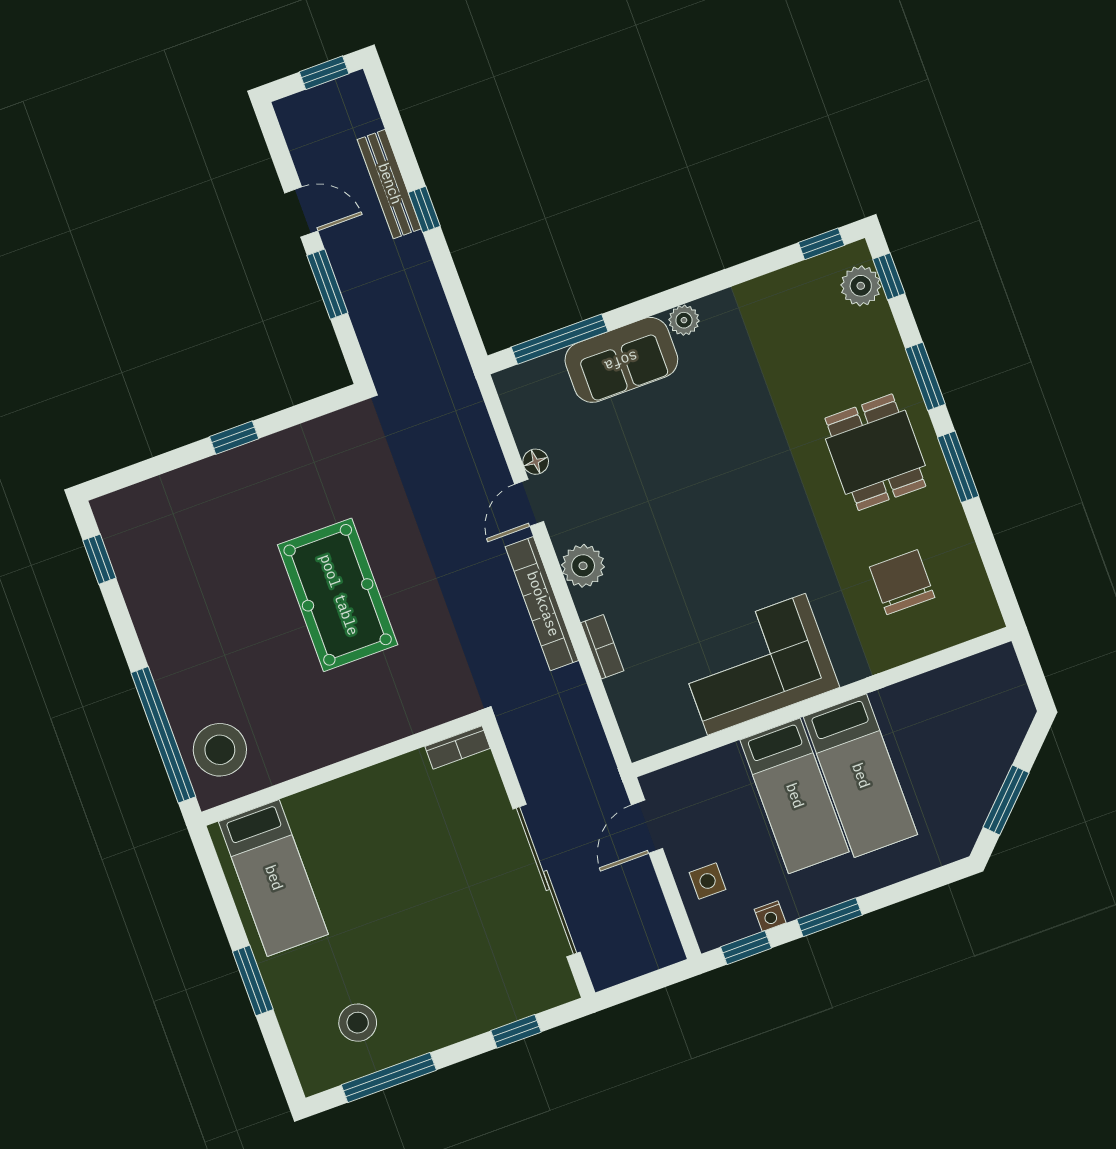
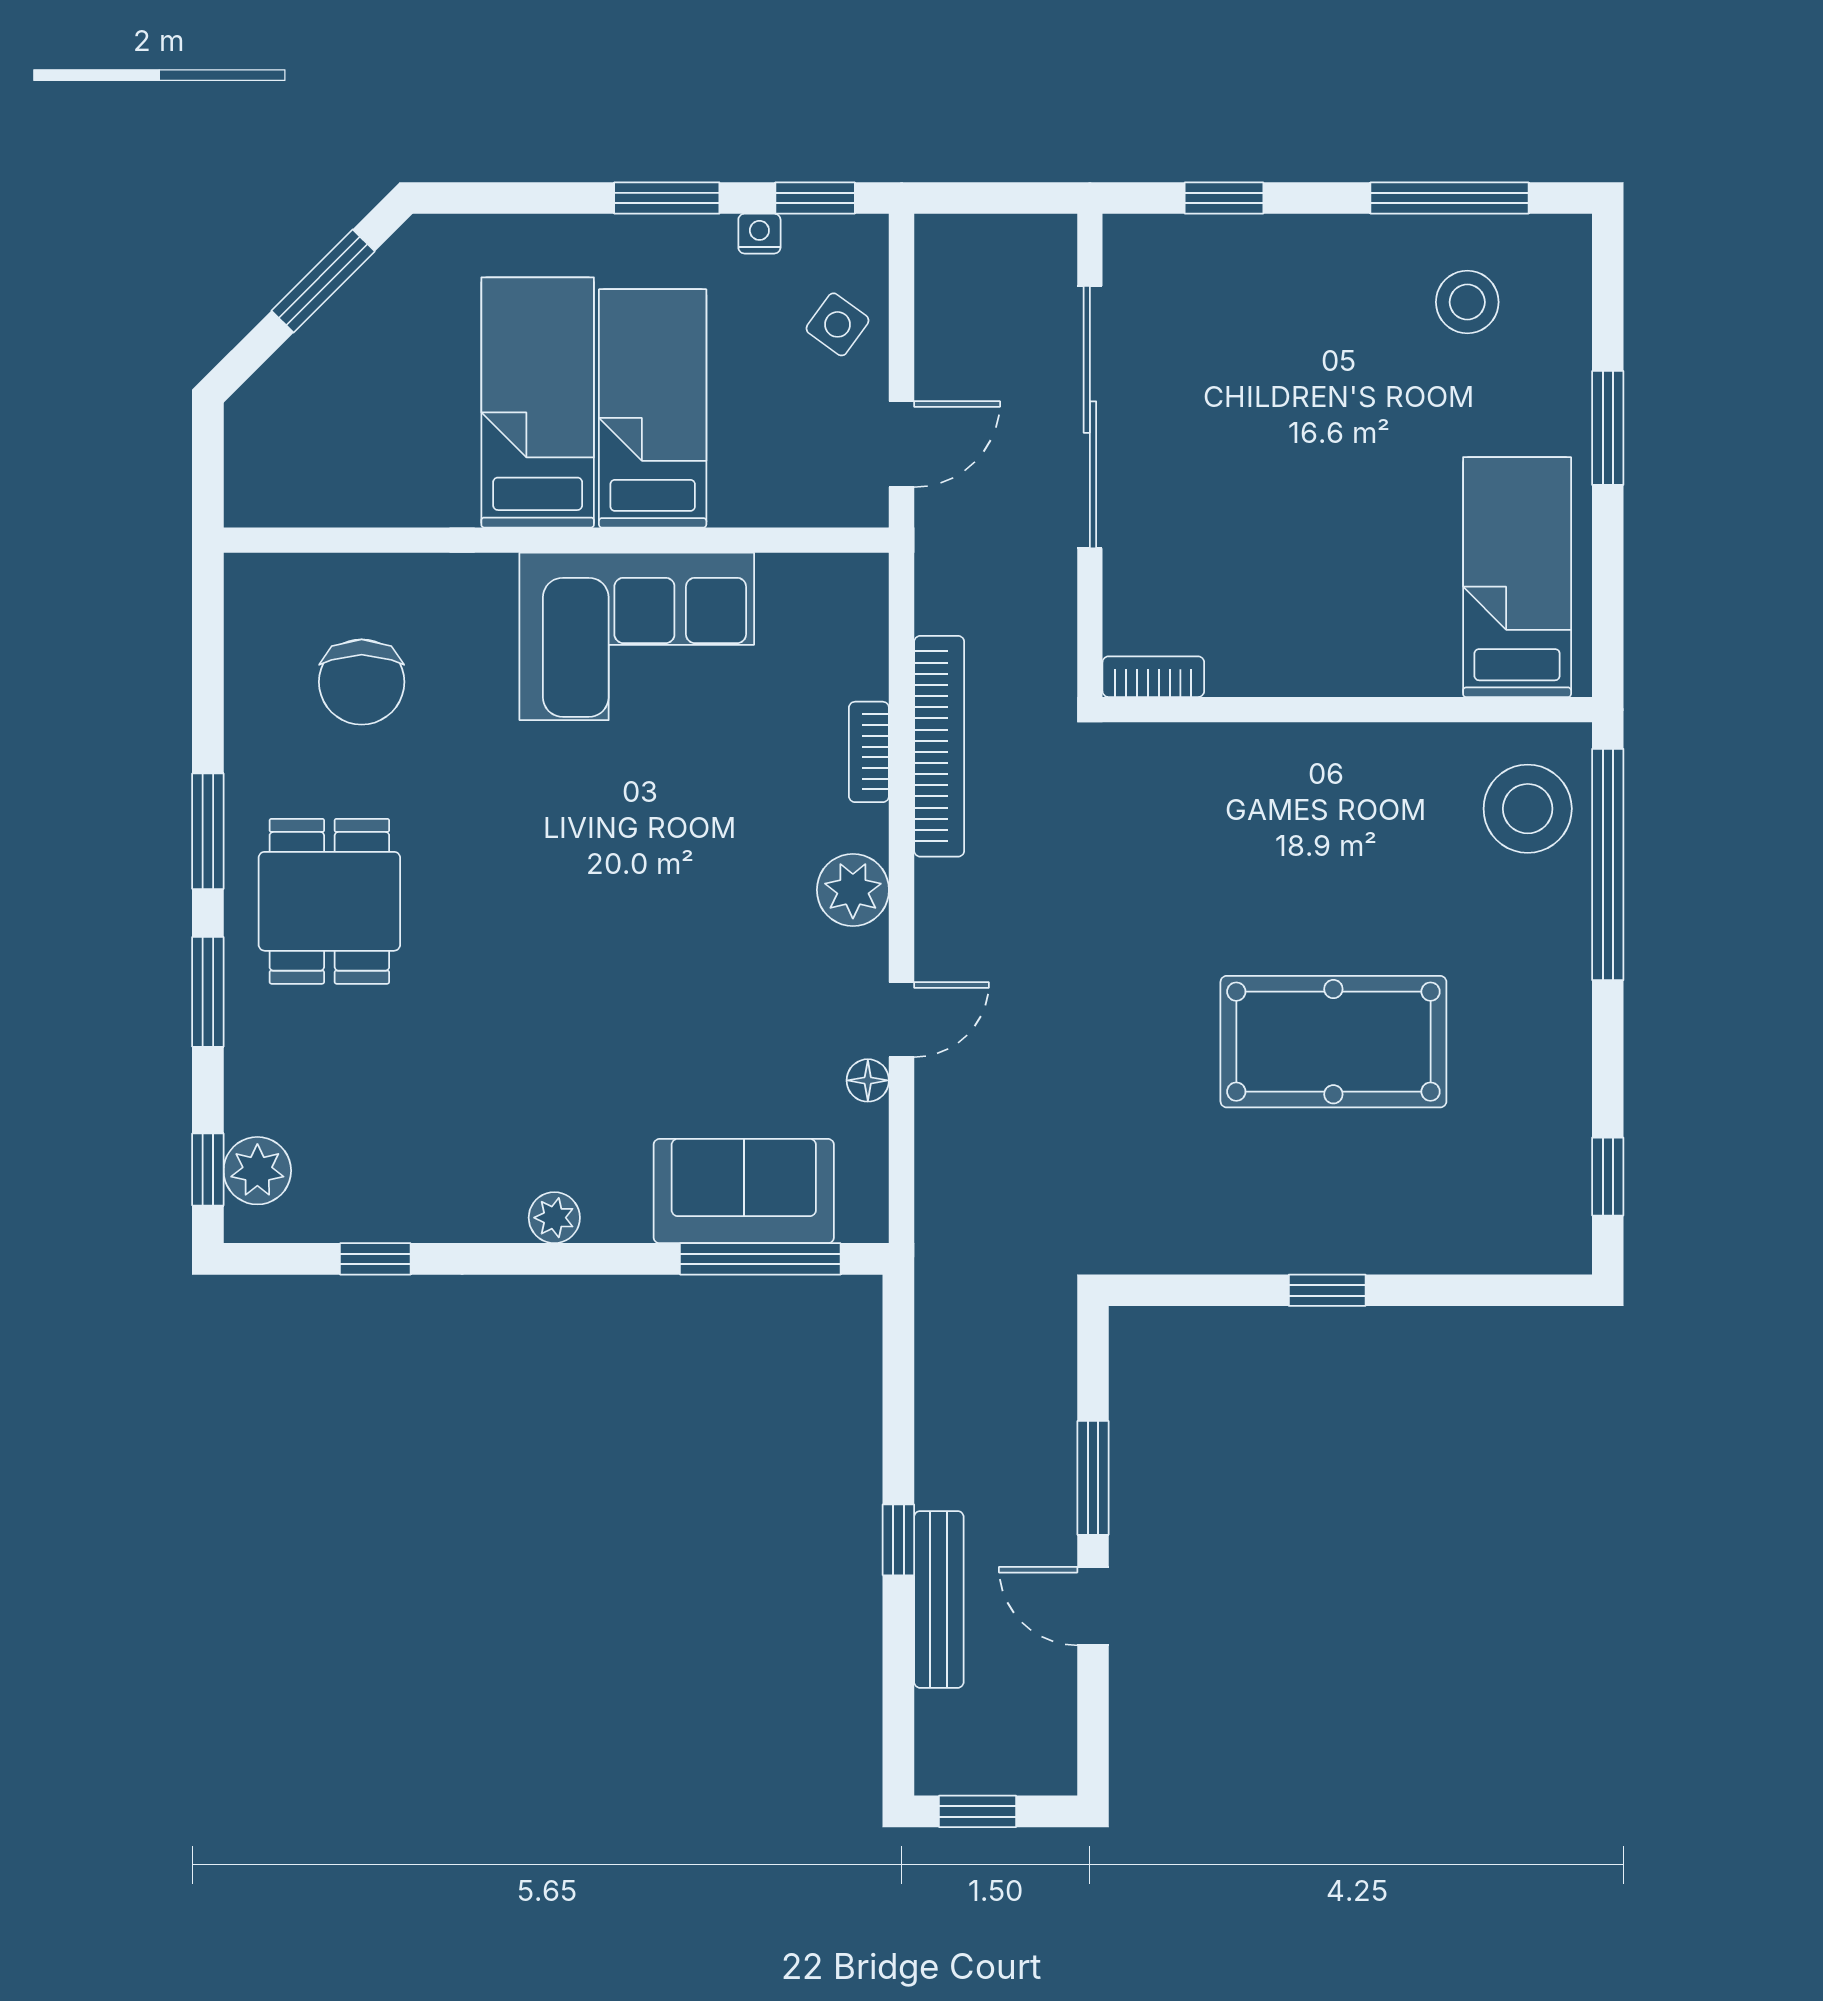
window: (821, 244) -> (375, 1259), moved
sofa: (621, 360) -> (744, 1191), moved
pool table: (338, 595) -> (1333, 1042), moved, turned 90
bookcase: (542, 604) -> (939, 746), moved
side table: (708, 881) -> (838, 324), turned 36

